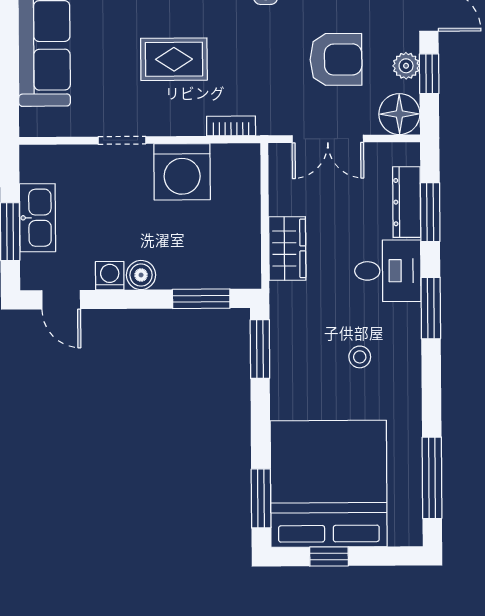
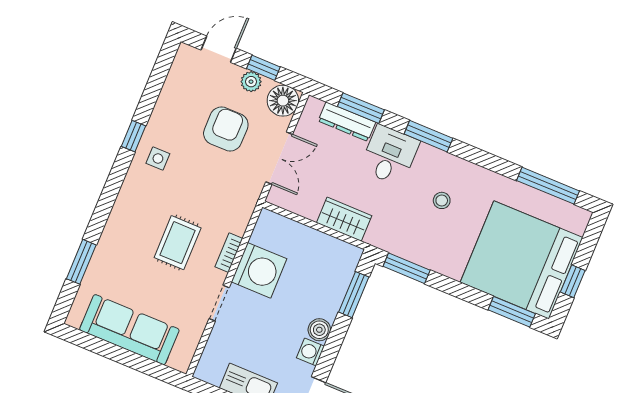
bookcase: (231, 126) -> (229, 253), moved

